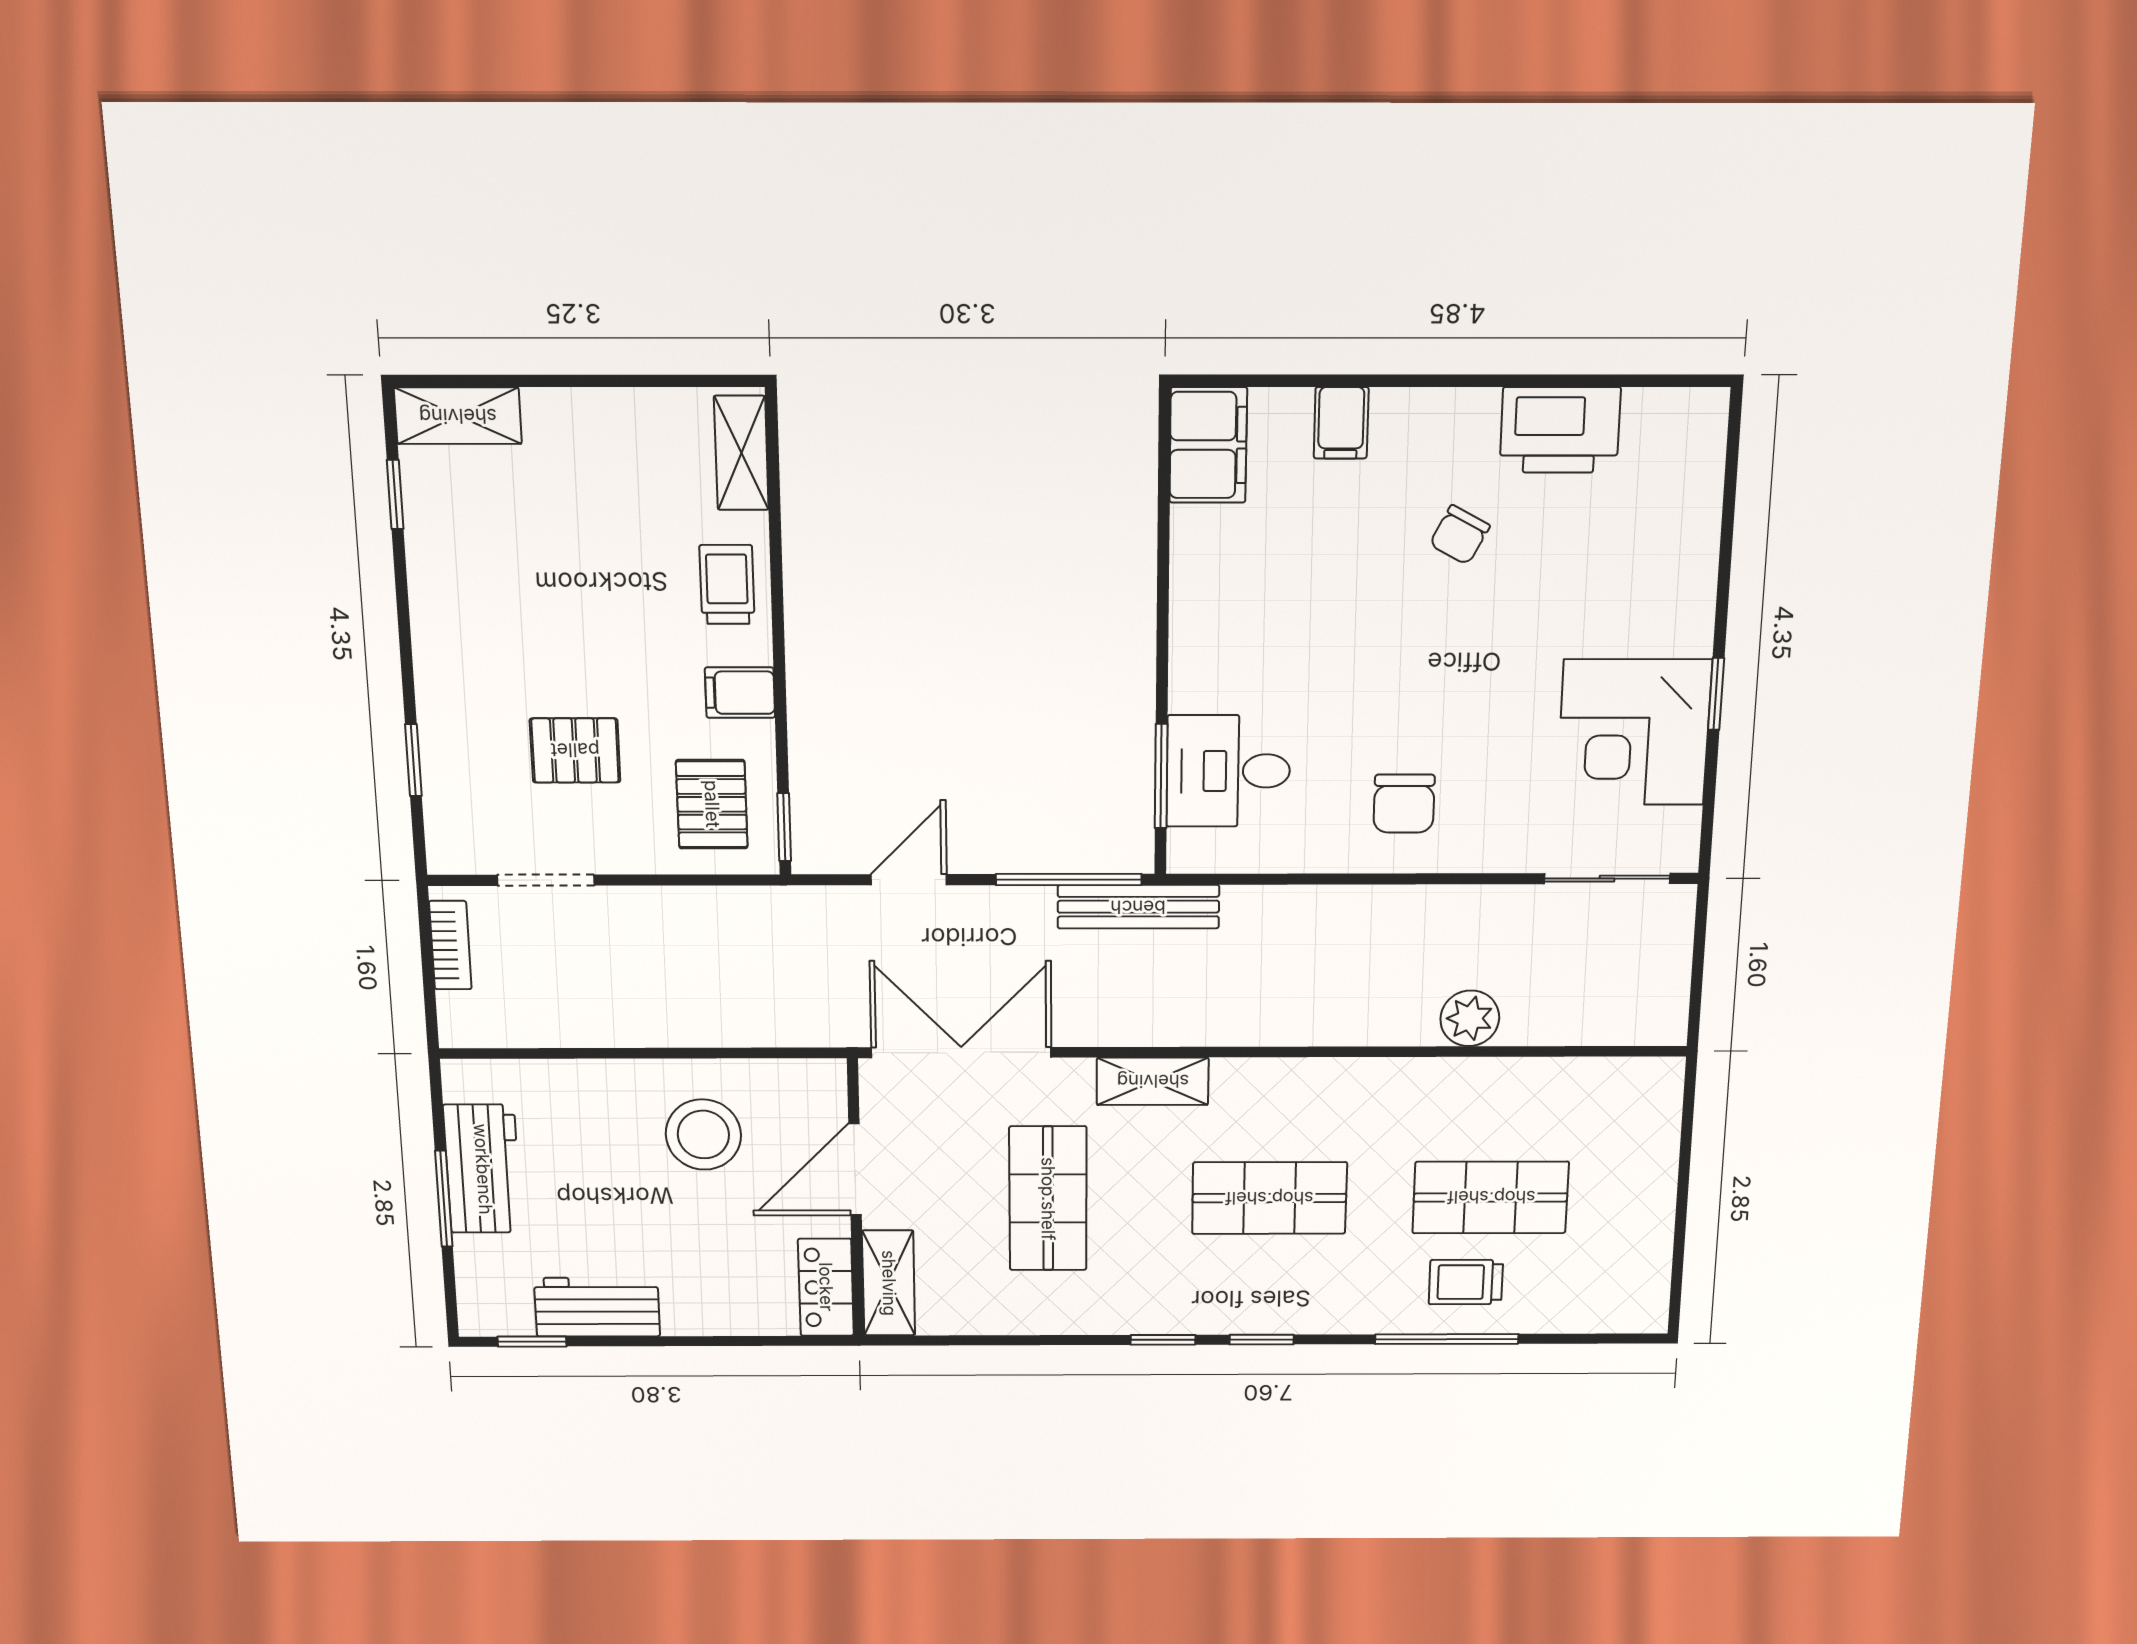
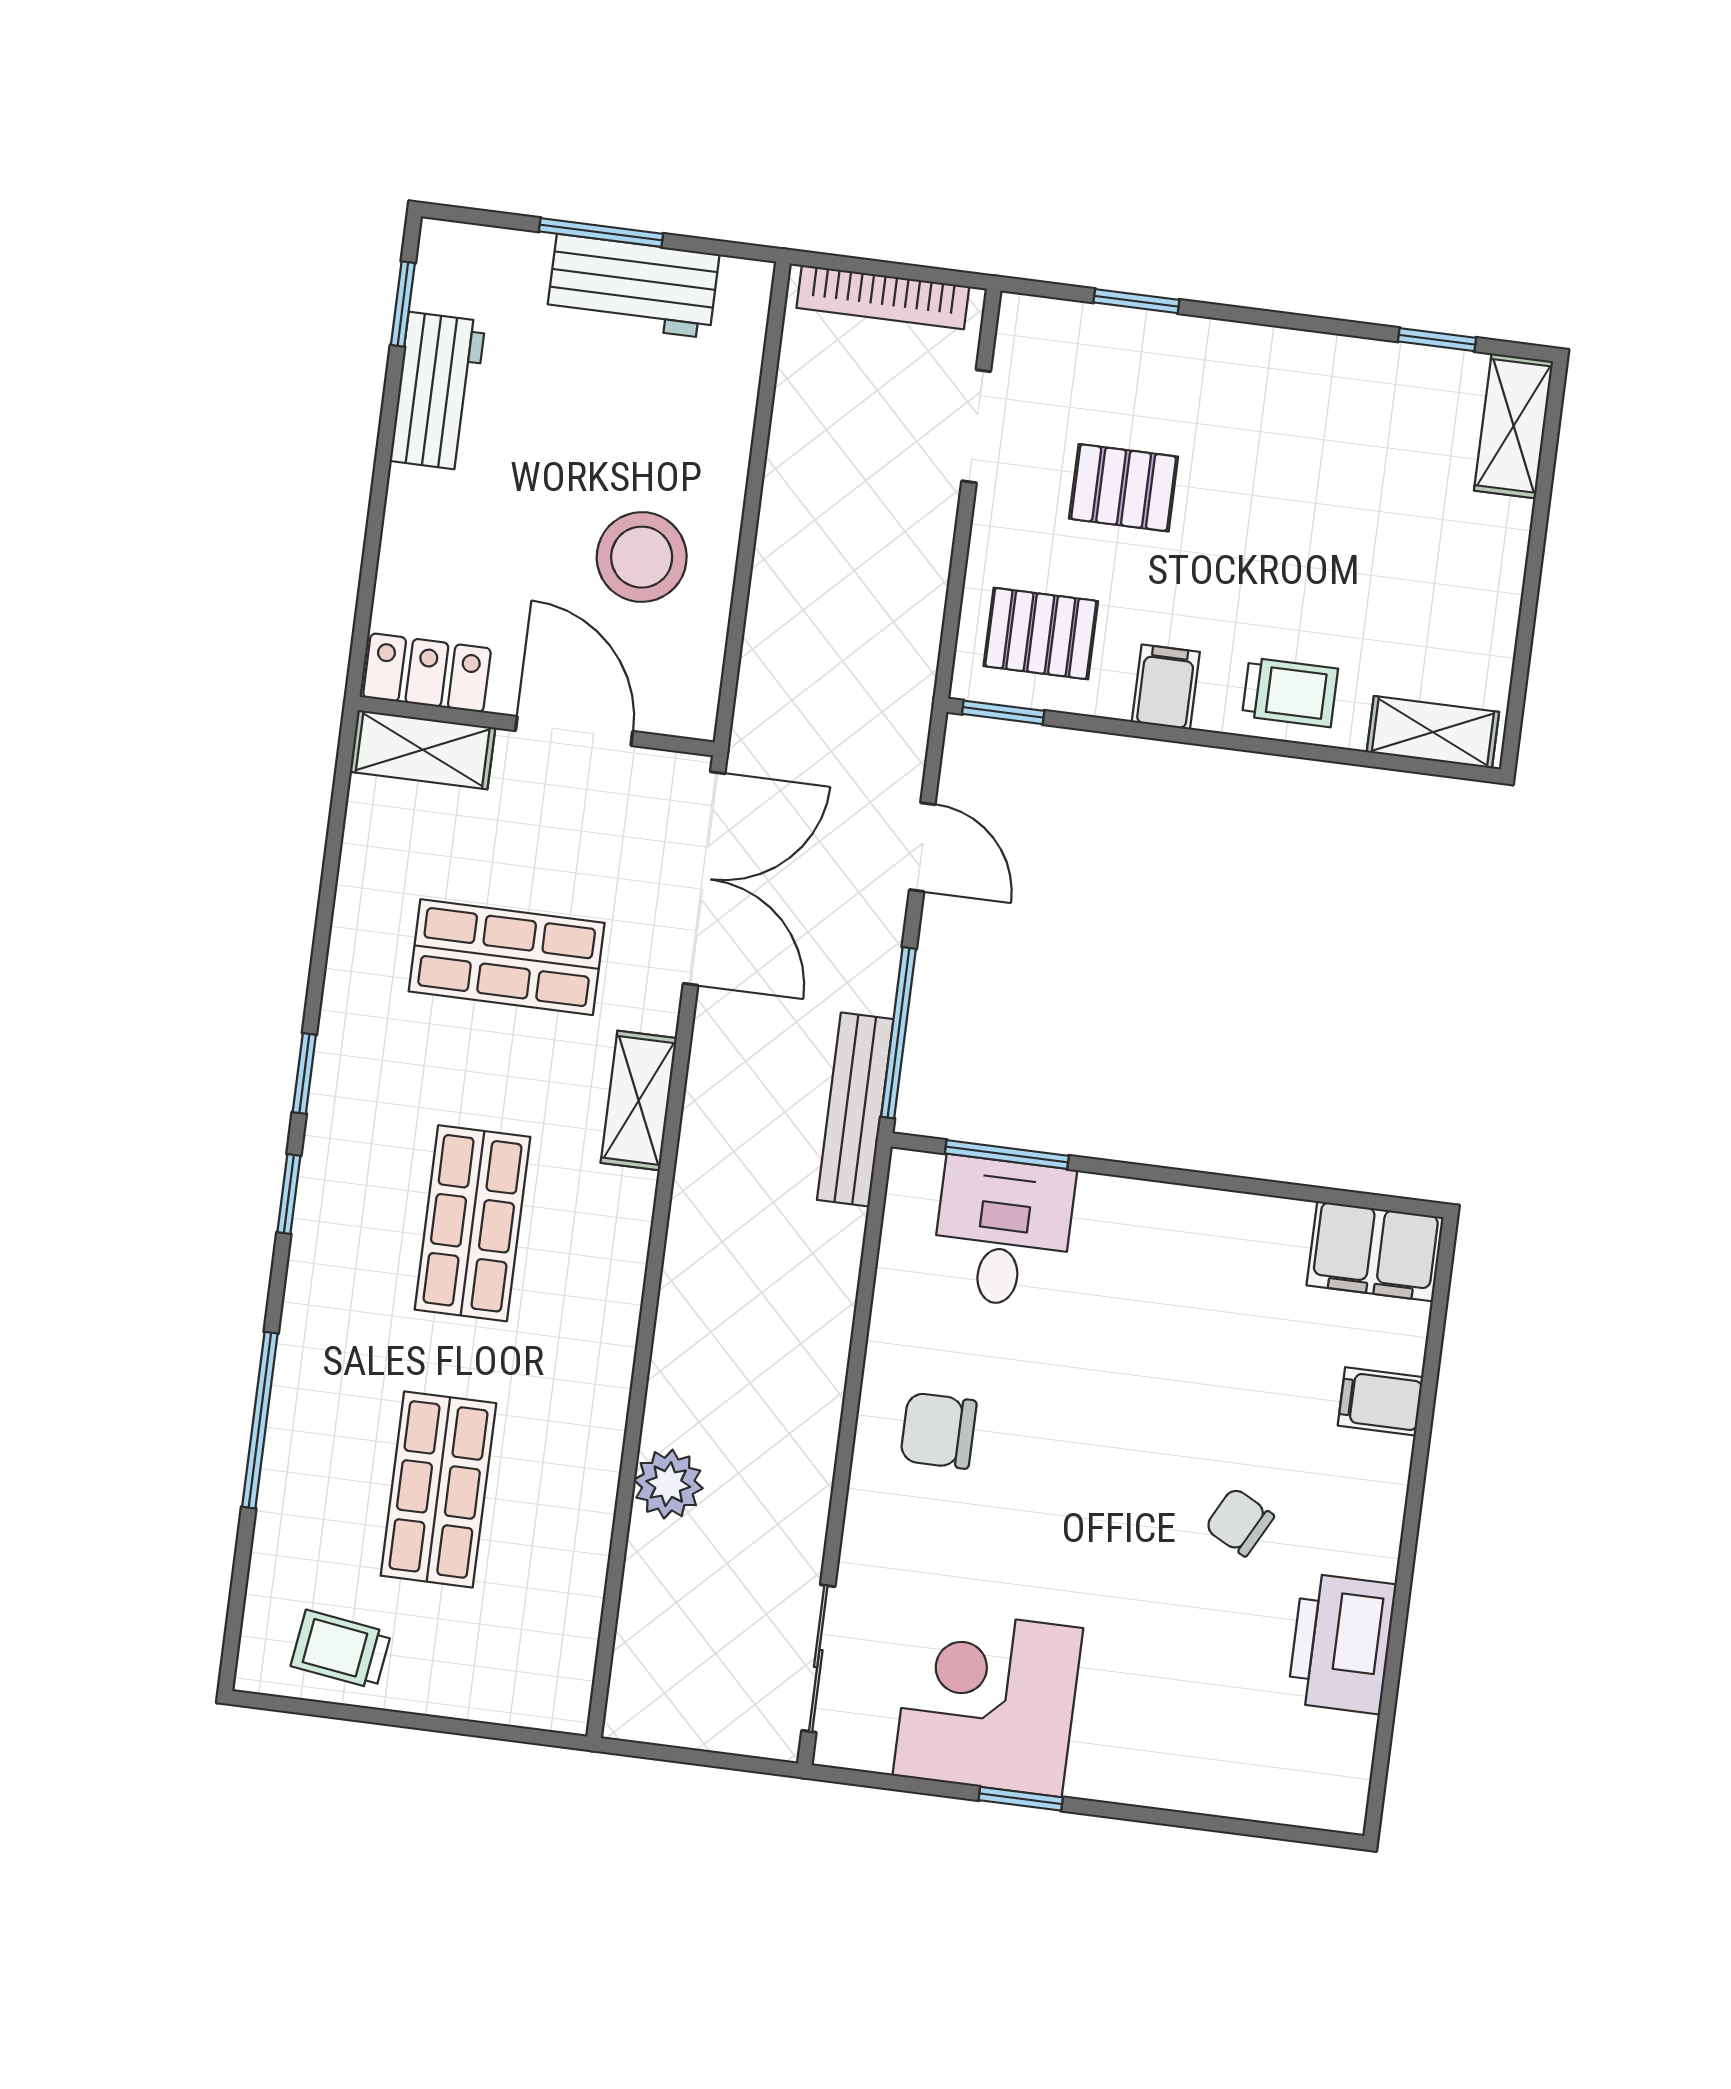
pallet: (575, 750) -> (1124, 488), turned 90
bookcase: (450, 945) -> (883, 297), width x1.56
trolley: (1466, 1282) -> (341, 1649), moved, turned -82

